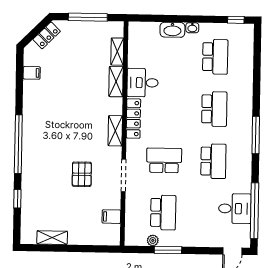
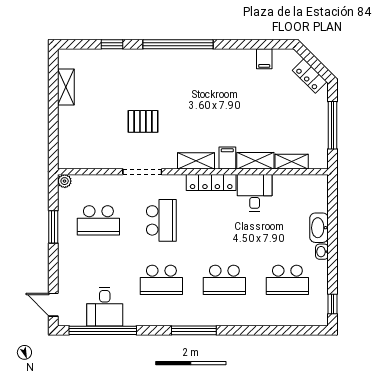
filing cabinet: (111, 217) -> (227, 158), moved
plant: (153, 240) -> (65, 181), moved

